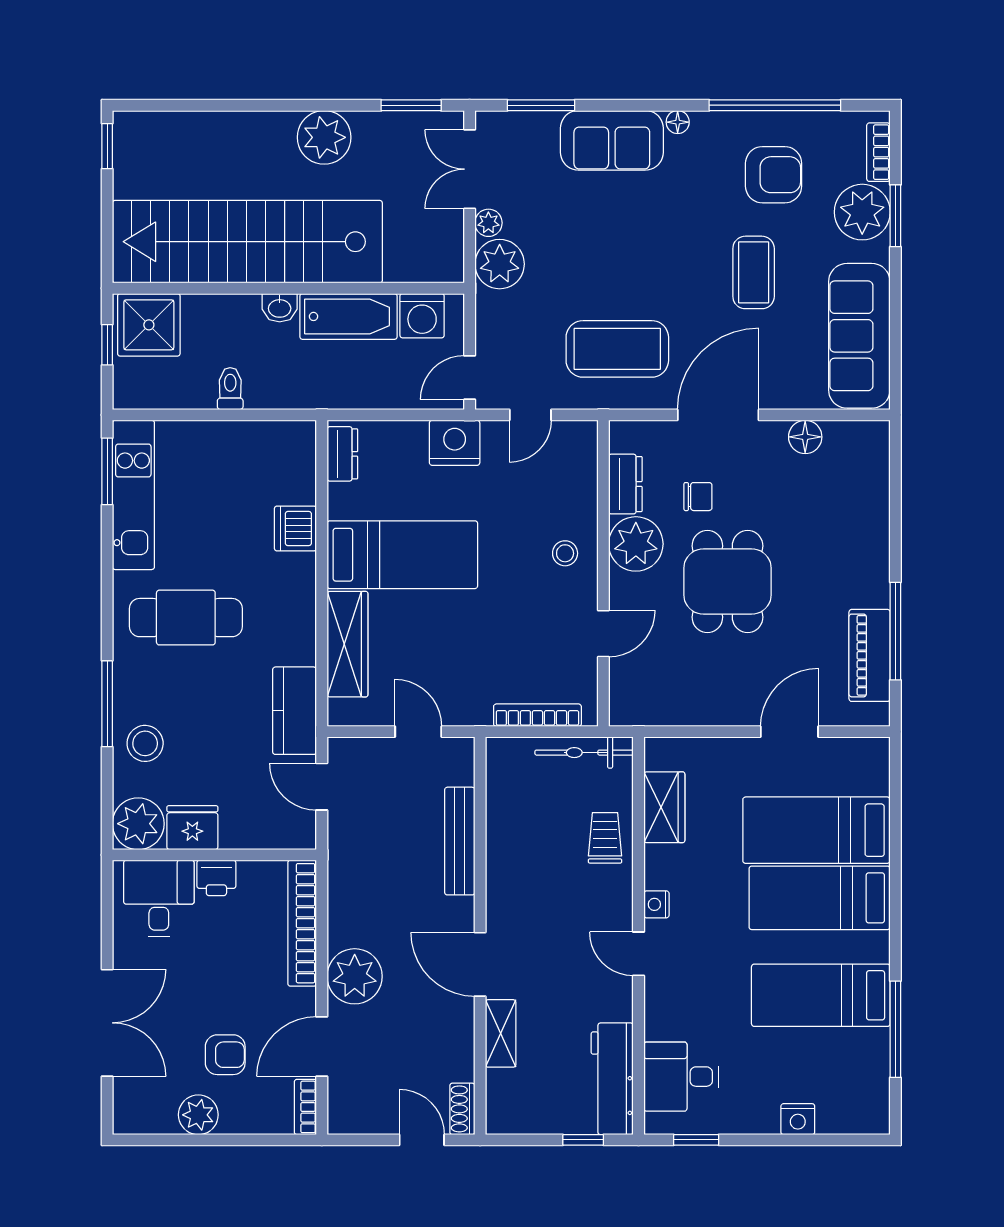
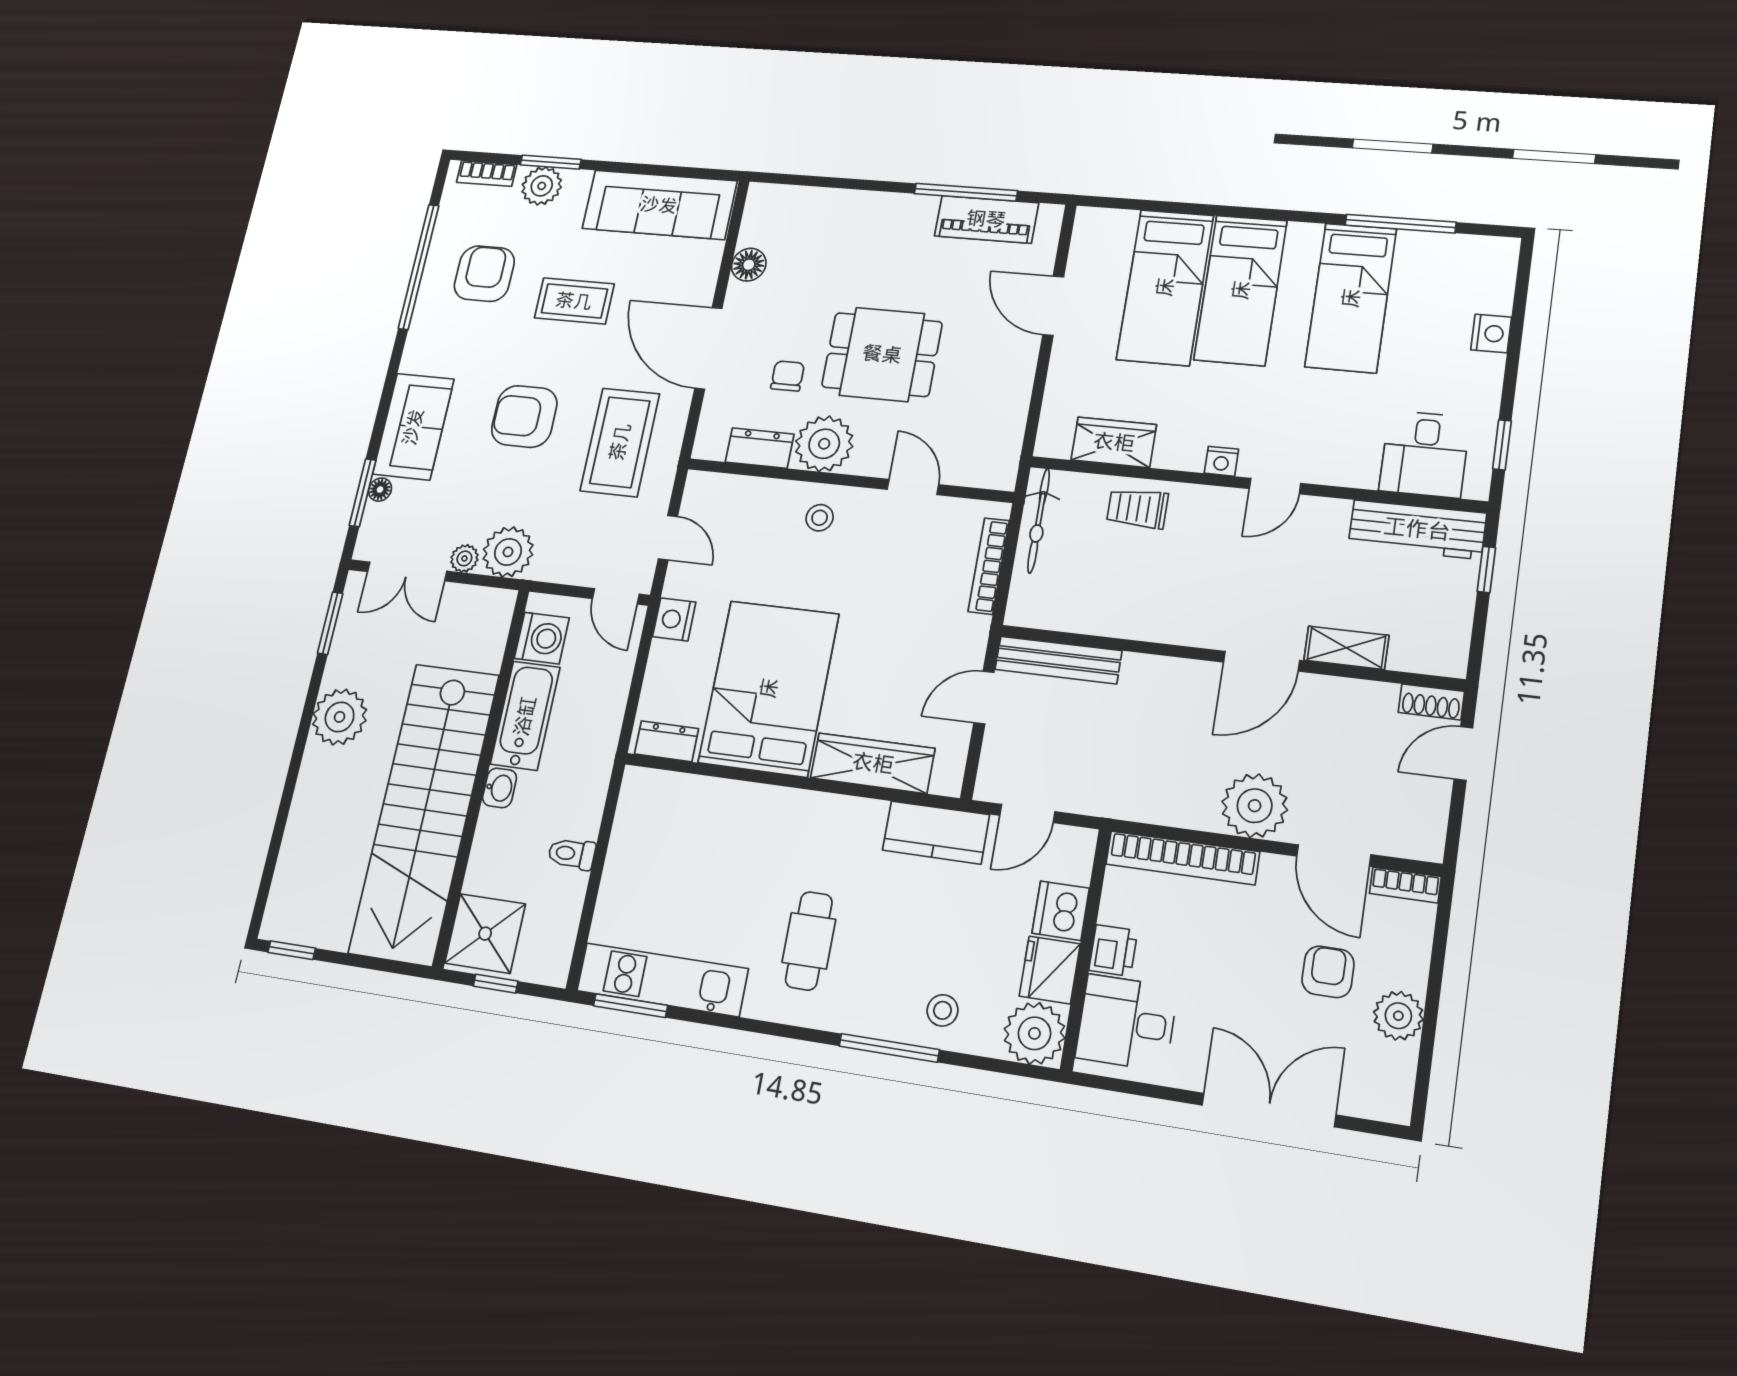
floor lamp: (678, 122) -> (380, 490), moved
plant: (862, 212) -> (542, 186), width x0.73, depth x0.73
armchair: (633, 249) -> (524, 416), added
nightstand: (455, 443) -> (674, 619), width x0.74, depth x0.75
dishwasher: (295, 529) -> (1061, 911), moved, turned 90
bed: (402, 555) -> (769, 688), width x1.50
cafe table: (186, 618) -> (809, 941), width x0.73, depth x0.74
stool: (145, 743) -> (943, 1010), width x0.73, depth x0.73
bench: (460, 841) -> (1058, 660), moved

